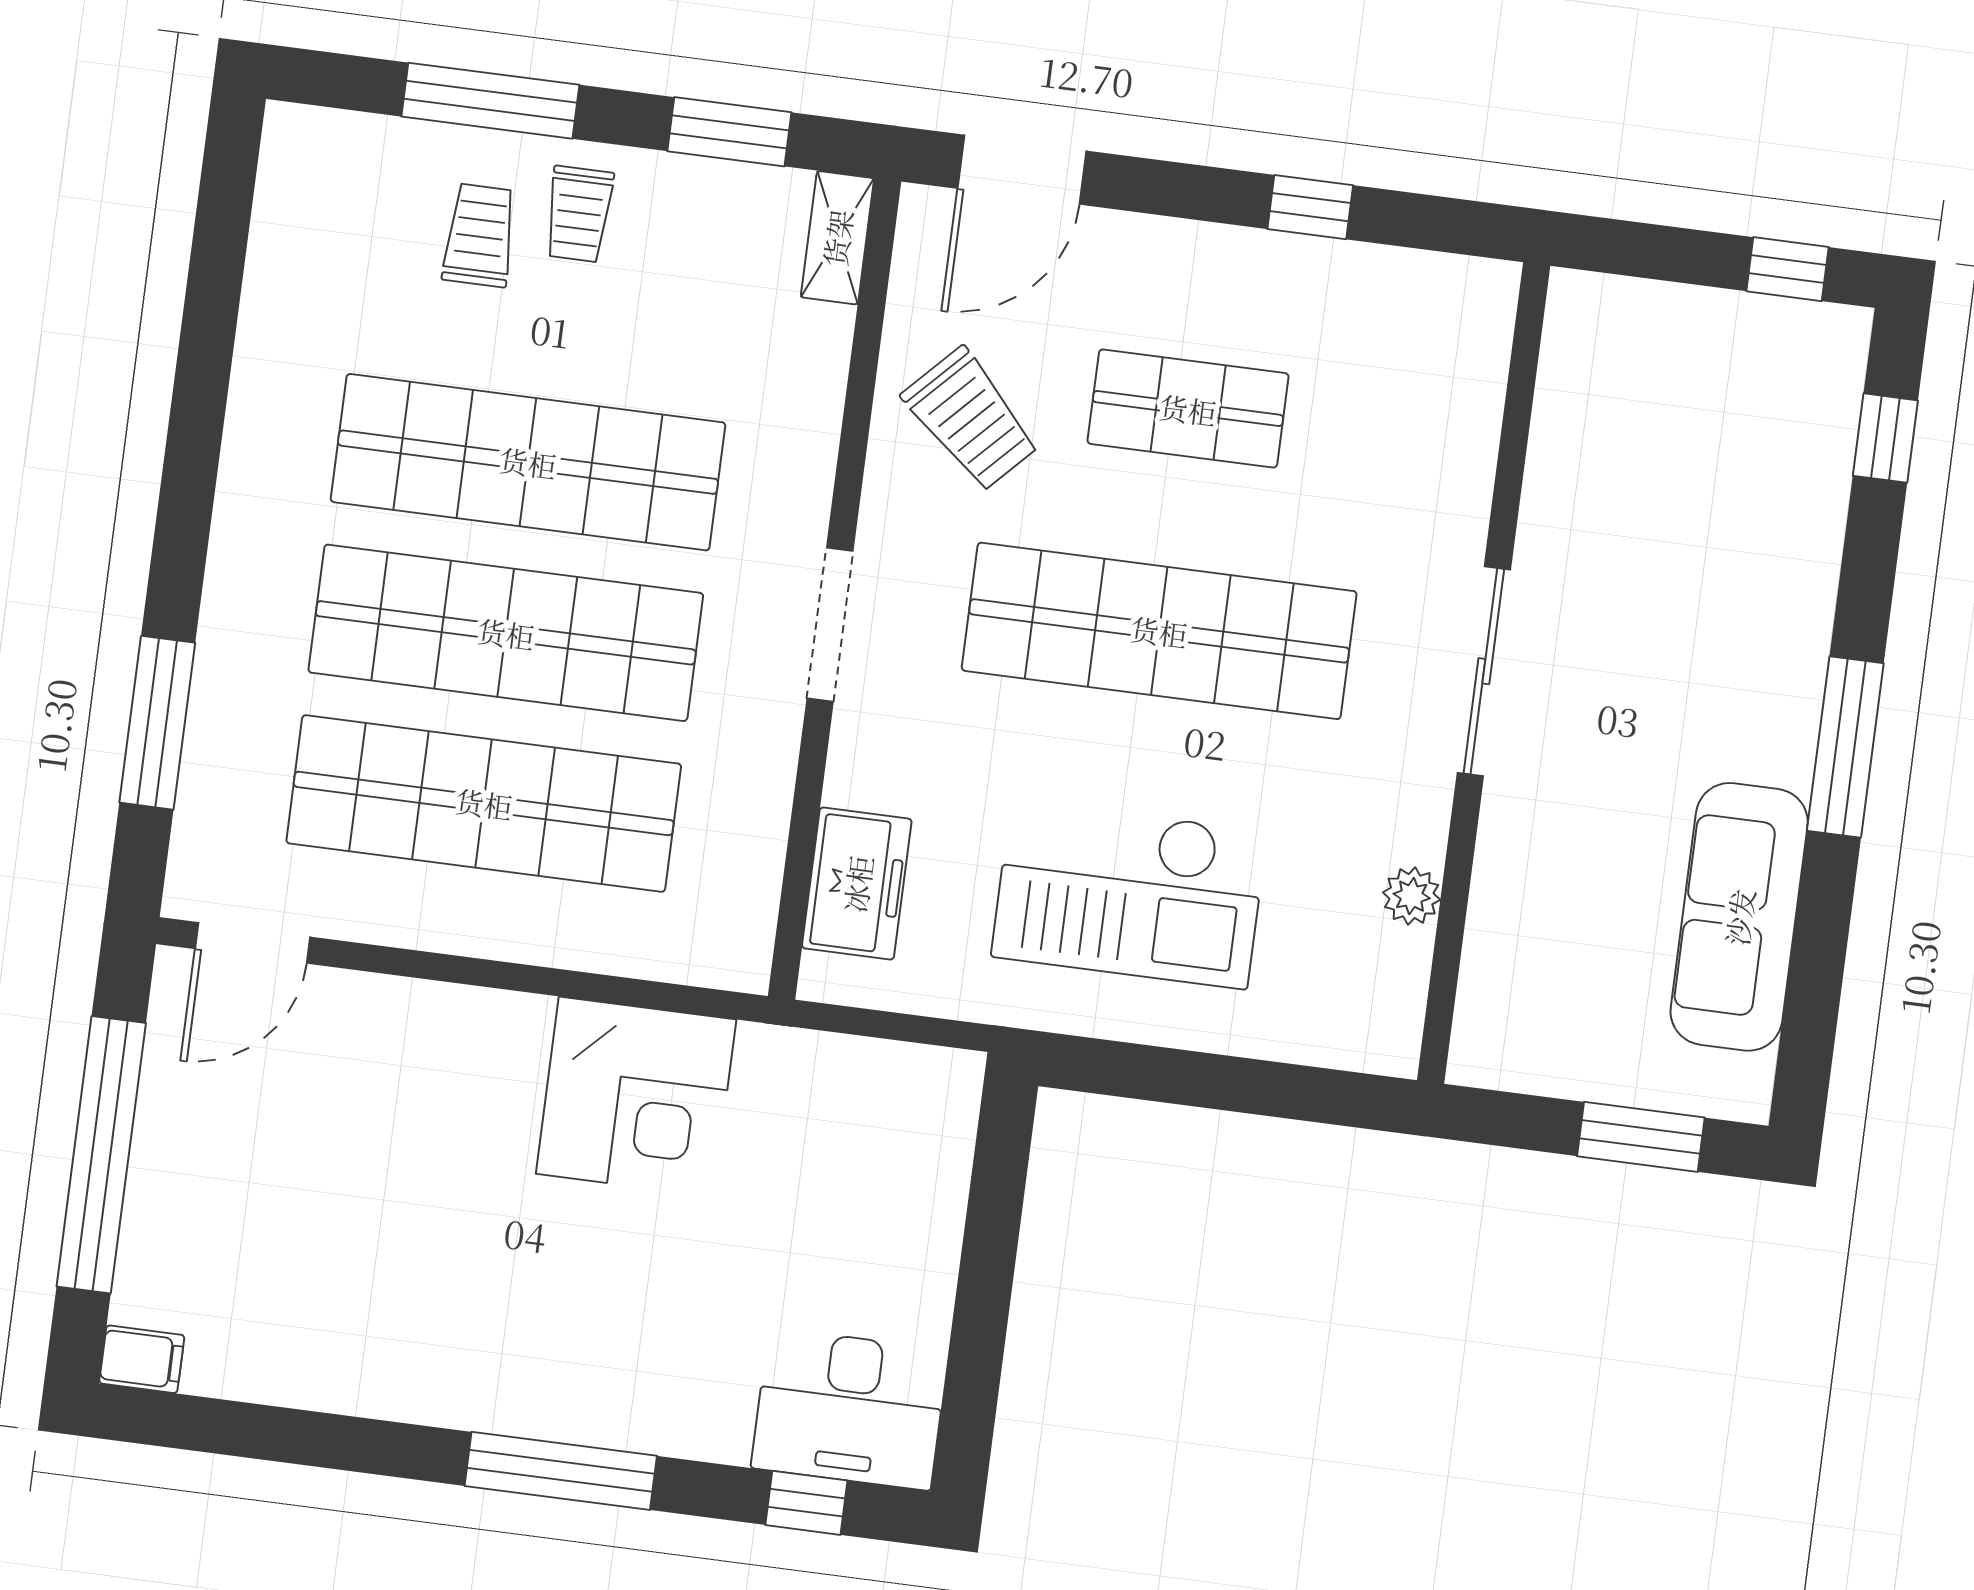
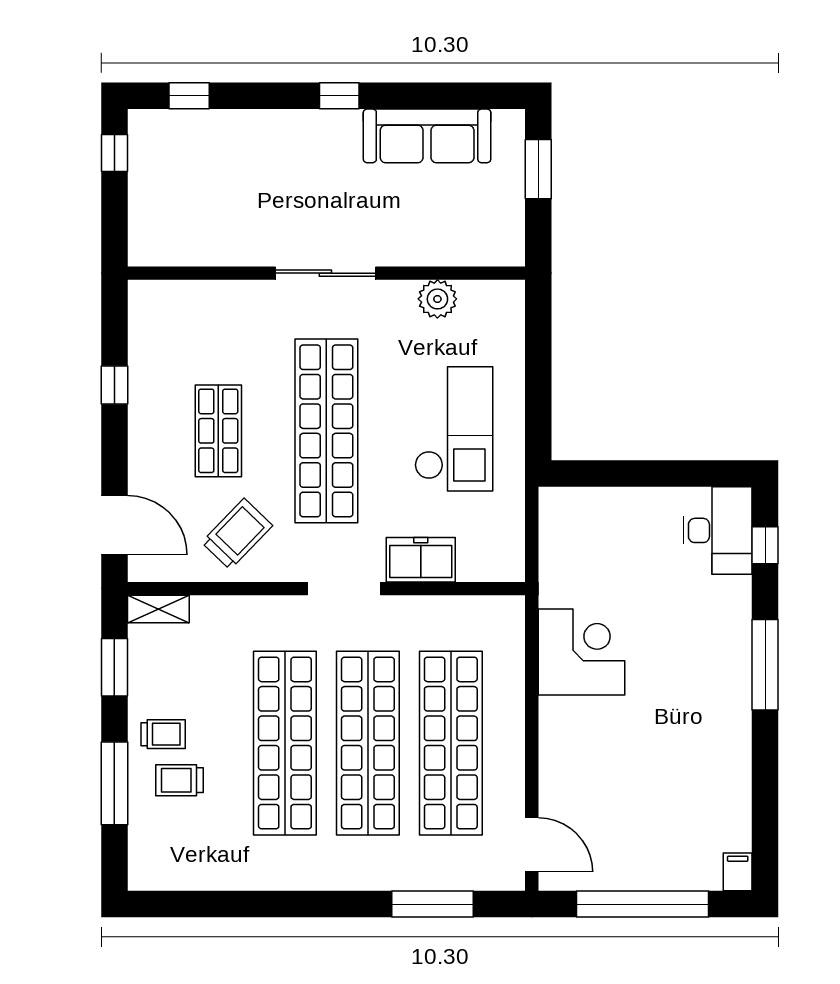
window: (1845, 747) -> (339, 96), width x0.46
freezer: (857, 884) -> (421, 560), moved
plant: (1412, 896) -> (437, 299), width x1.38, depth x1.38

